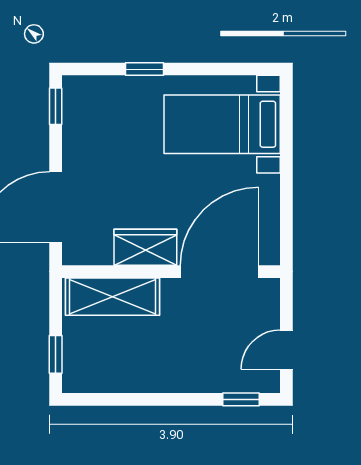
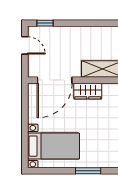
window: (144, 69) -> (88, 171), width x1.50
door: (286, 350) -> (25, 45), hinge flipped

